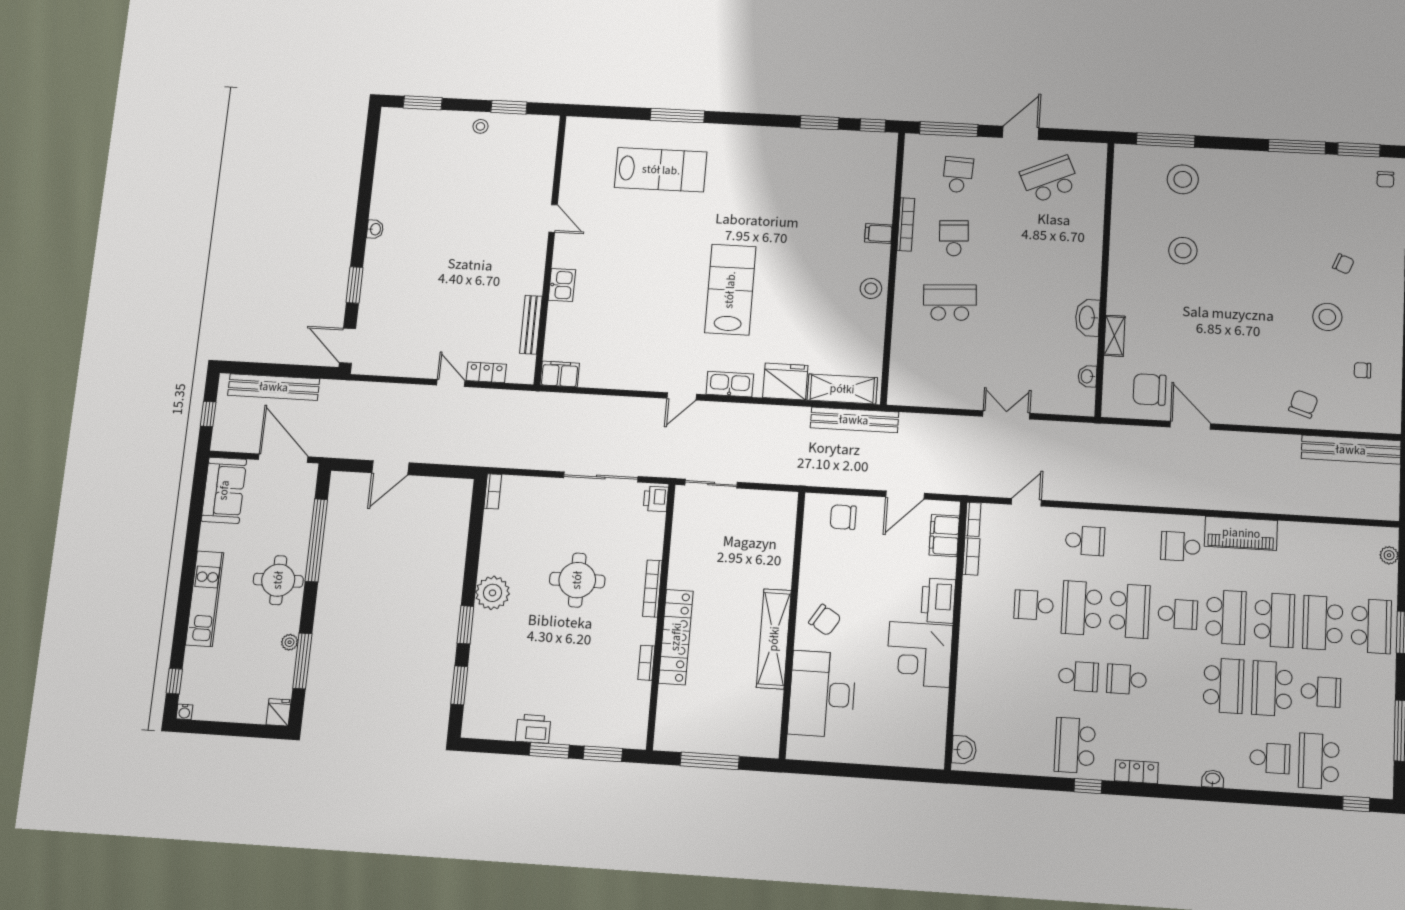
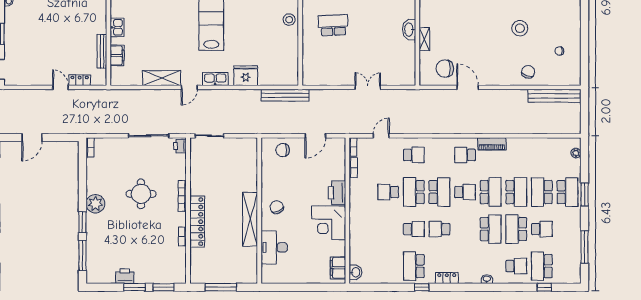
stool: (1327, 317) -> (520, 28), moved
filing cabinet: (560, 374) -> (117, 55), moved, turned 90
washbasin: (1087, 376) -> (411, 63), removed
shelving: (842, 389) -> (162, 78), moved
piano: (1241, 533) -> (492, 144), width x0.73, depth x0.75
filing cabinet: (944, 535) -> (338, 268), moved
chair: (825, 620) -> (277, 207), turned -147
window: (459, 685) -> (82, 255), width x1.44
desk: (822, 694) -> (274, 247), width x0.73, depth x0.77
window: (1356, 804) -> (544, 287), moved

